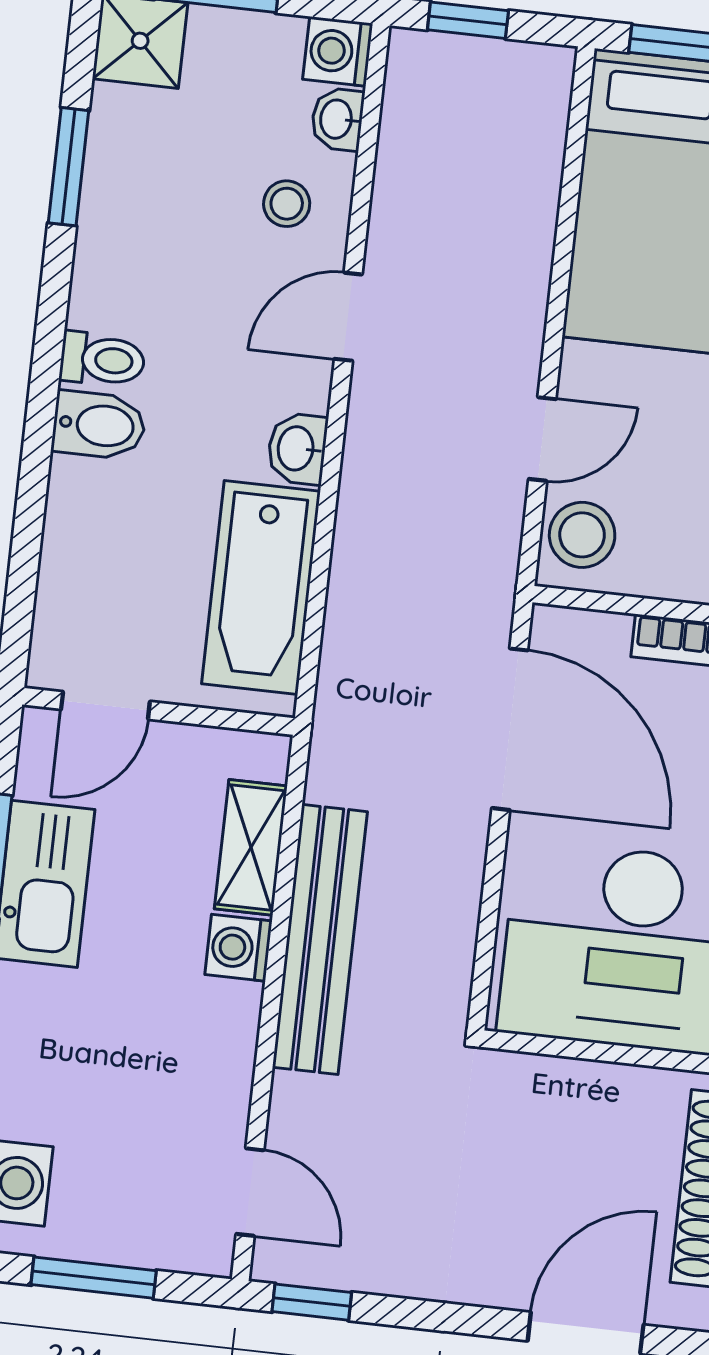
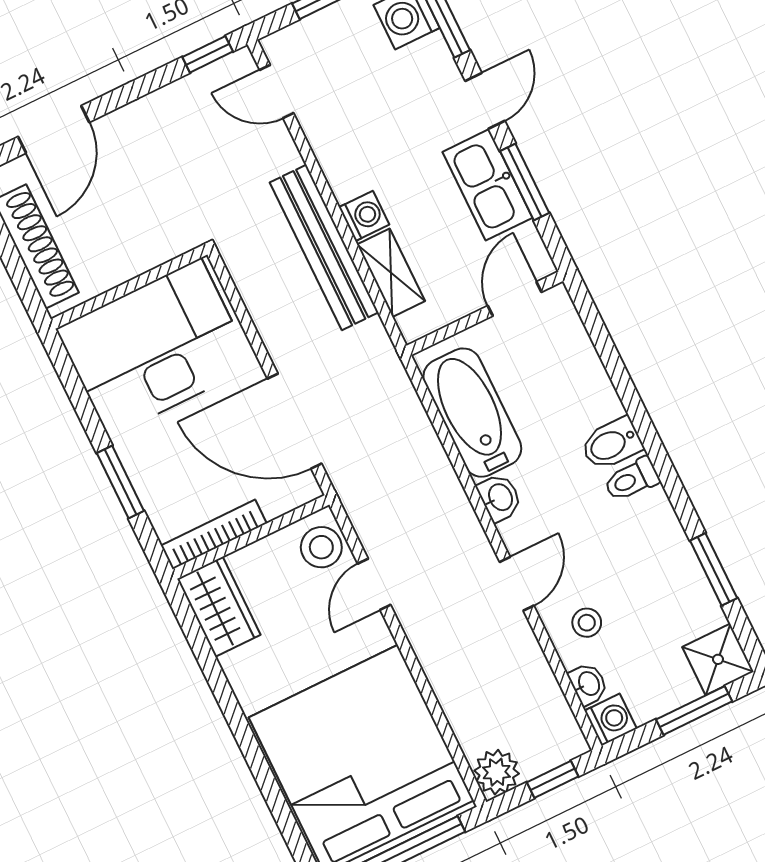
plant: (538, 78) -> (497, 772), added

